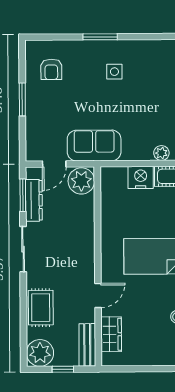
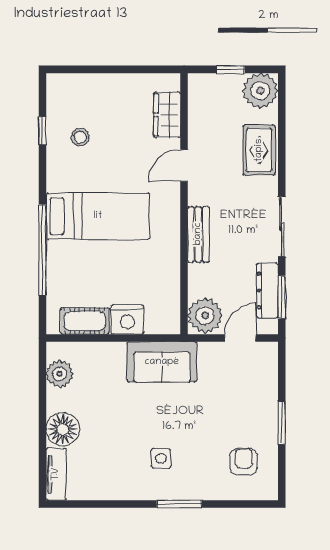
sofa: (94, 145) -> (162, 362), moved
plant: (161, 153) -> (100, 352), removed
bench: (87, 345) -> (198, 234), moved

